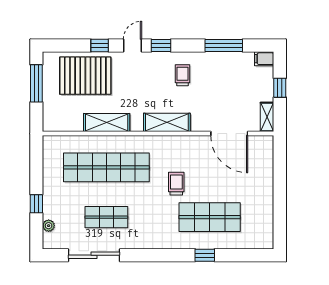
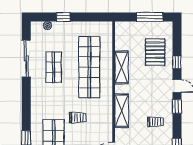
pallet: (85, 76) -> (155, 52), width x0.73, depth x0.71

